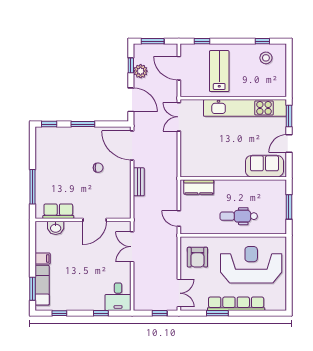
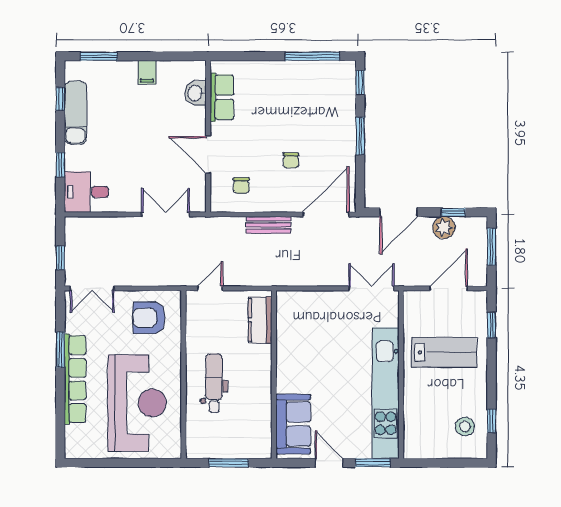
window: (32, 187) -> (312, 56), moved
chair: (114, 199) -> (241, 185), added
exam couch: (42, 285) -> (76, 113), moved, turned -90

